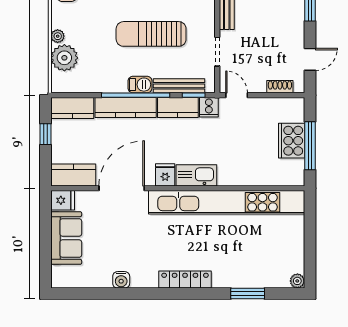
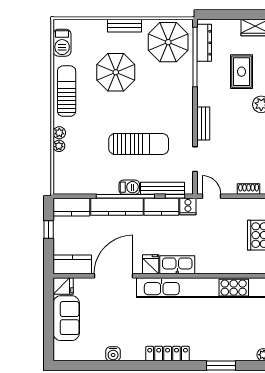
sun lounger: (151, 34) -> (139, 144), turned 180
plant: (64, 58) -> (59, 133), moved, width x0.53, depth x0.53

